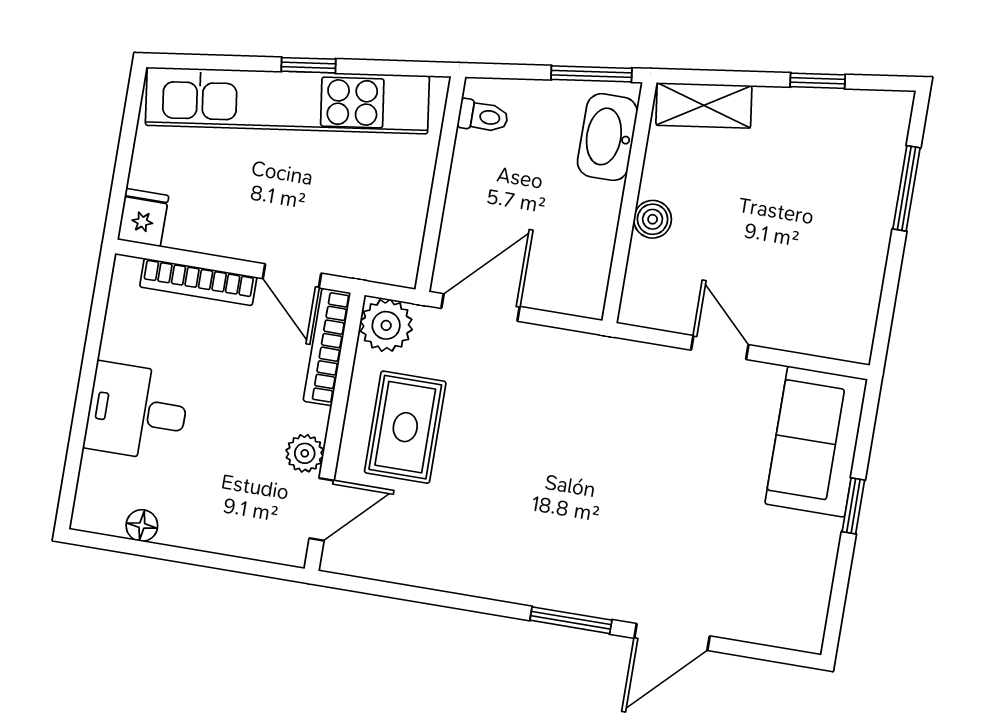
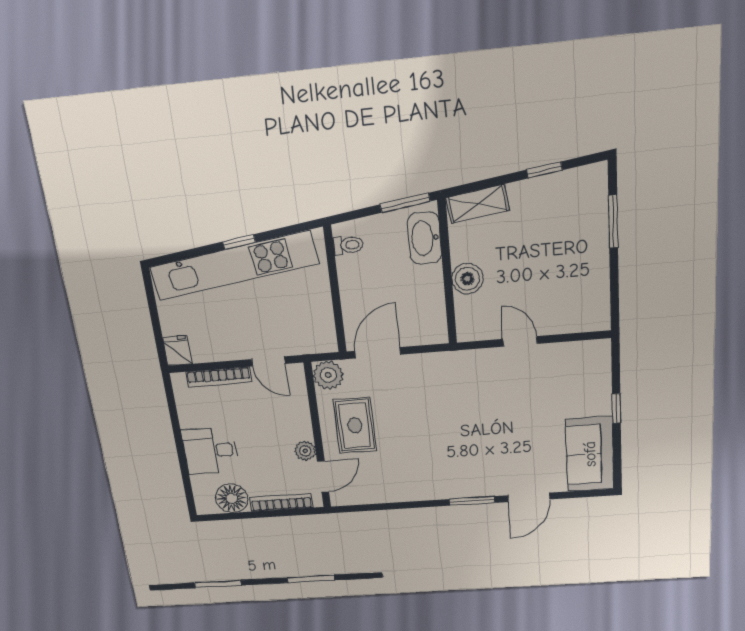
boiler: (653, 219) -> (467, 279), width x1.36, depth x1.36
bookcase: (327, 347) -> (281, 502), moved, turned 90
sofa: (816, 441) -> (590, 454), moved
floor lamp: (142, 526) -> (232, 498), width x1.89, depth x1.89

